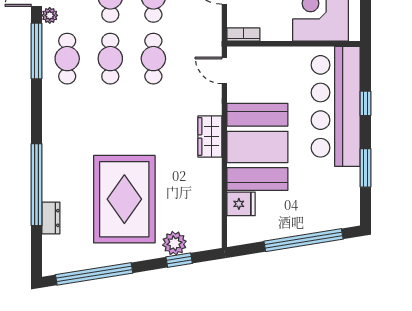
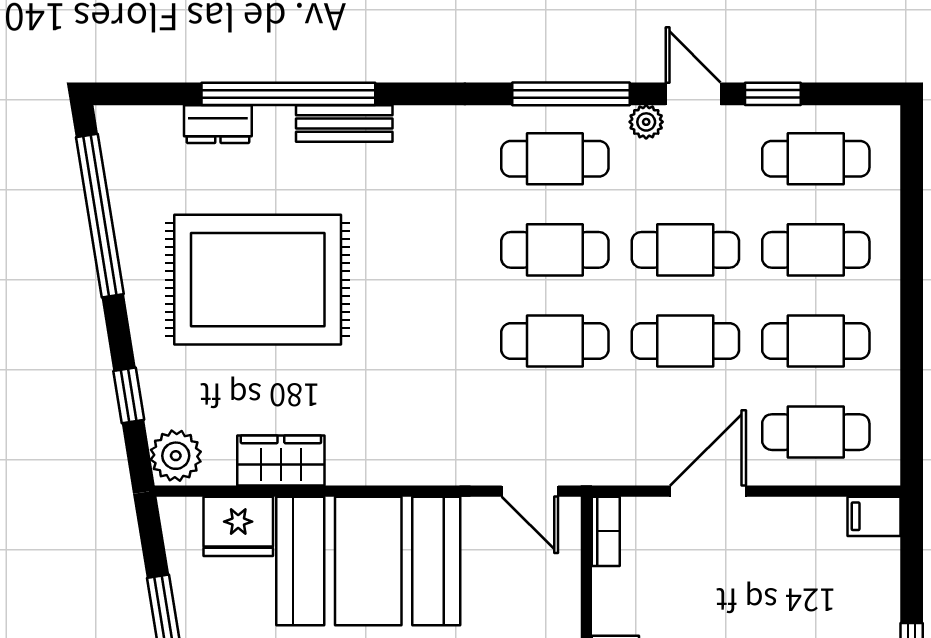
door: (224, 70) -> (530, 491), swing flipped
wardrobe: (210, 136) -> (281, 460), moved
bench: (50, 158) -> (344, 123), added
fridge: (241, 204) -> (238, 526), width x1.38
plant: (174, 243) -> (176, 456), moved

